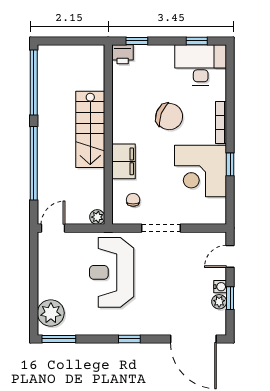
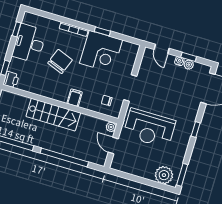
desk: (201, 65) -> (29, 43), moved
filing cabinet: (124, 161) -> (75, 98), width x0.50
door: (53, 228) -> (113, 145), moved

